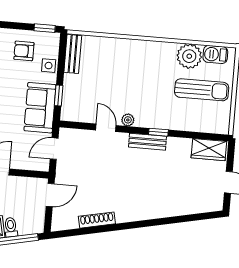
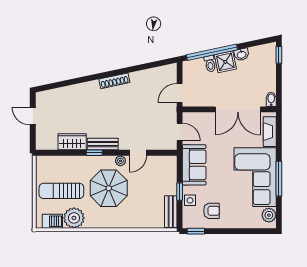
parasol: (145, 88) -> (109, 188), added
window: (59, 96) -> (180, 192), moved
door: (106, 128) -> (138, 153), hinge flipped
door: (54, 149) -> (180, 132), hinge flipped
wardrobe: (209, 150) -> (72, 142), moved
shoe rack: (97, 220) -> (114, 81), moved

